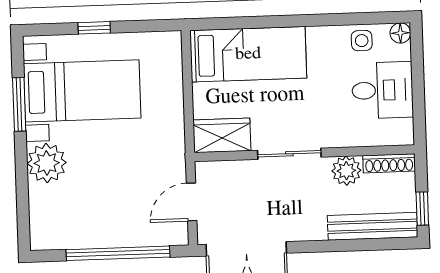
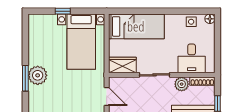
desk: (382, 90) -> (192, 58), moved, turned 90
bed with nightstands: (82, 91) -> (81, 42), moved, turned 90
window: (19, 104) -> (25, 78), moved
door: (192, 202) -> (107, 96), swing flipped

